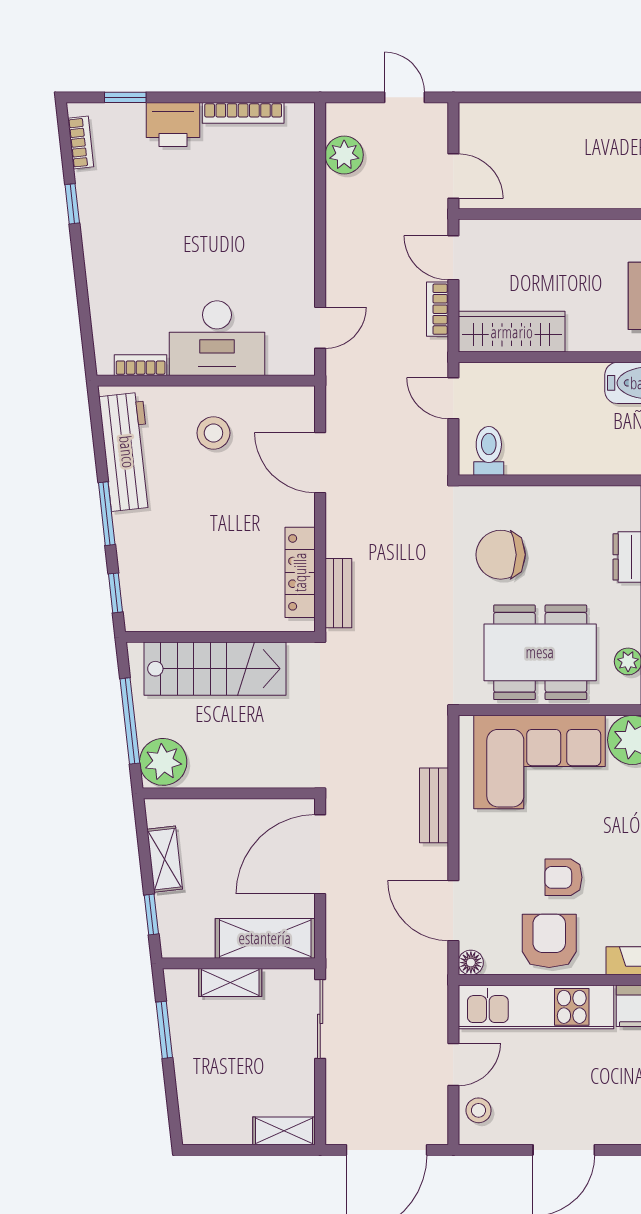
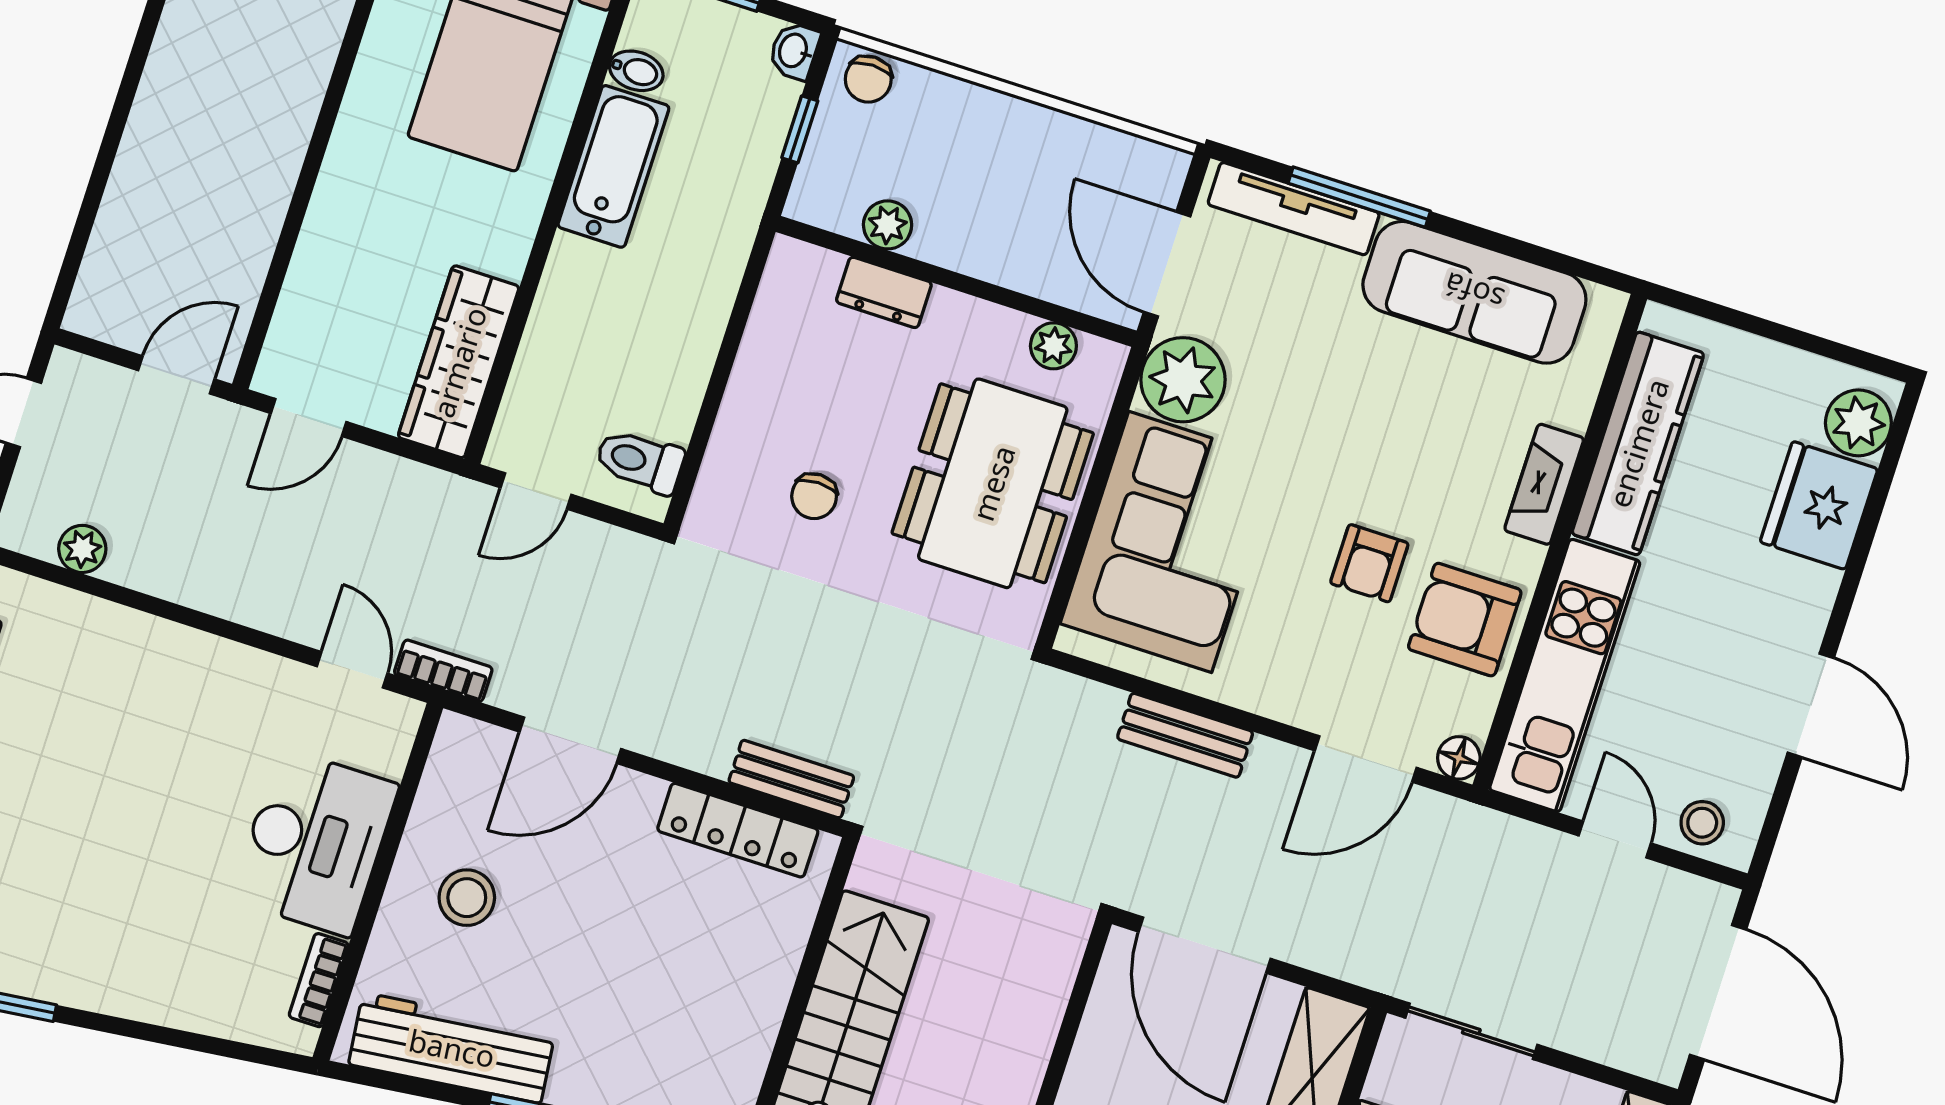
plant: (344, 155) -> (82, 549), width x0.73, depth x0.73
bookcase: (437, 309) -> (443, 671), moved, turned 180
chair: (501, 555) -> (814, 496), width x0.54, depth x0.54

